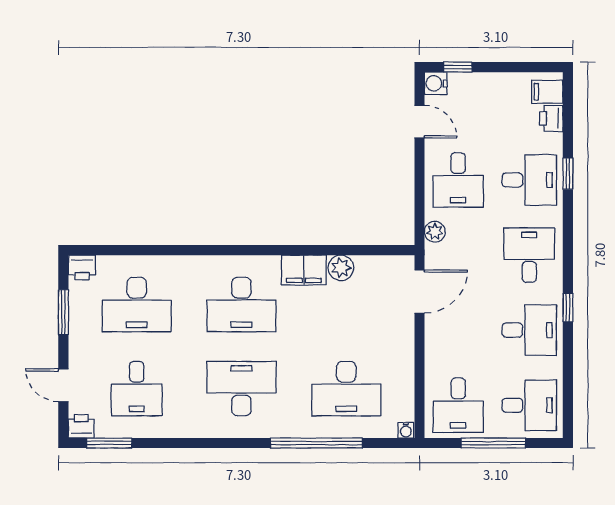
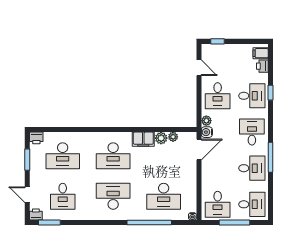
water cooler: (436, 83) -> (207, 132), moved
plant: (366, 265) -> (173, 137), added
window: (568, 308) -> (271, 157), width x2.17

